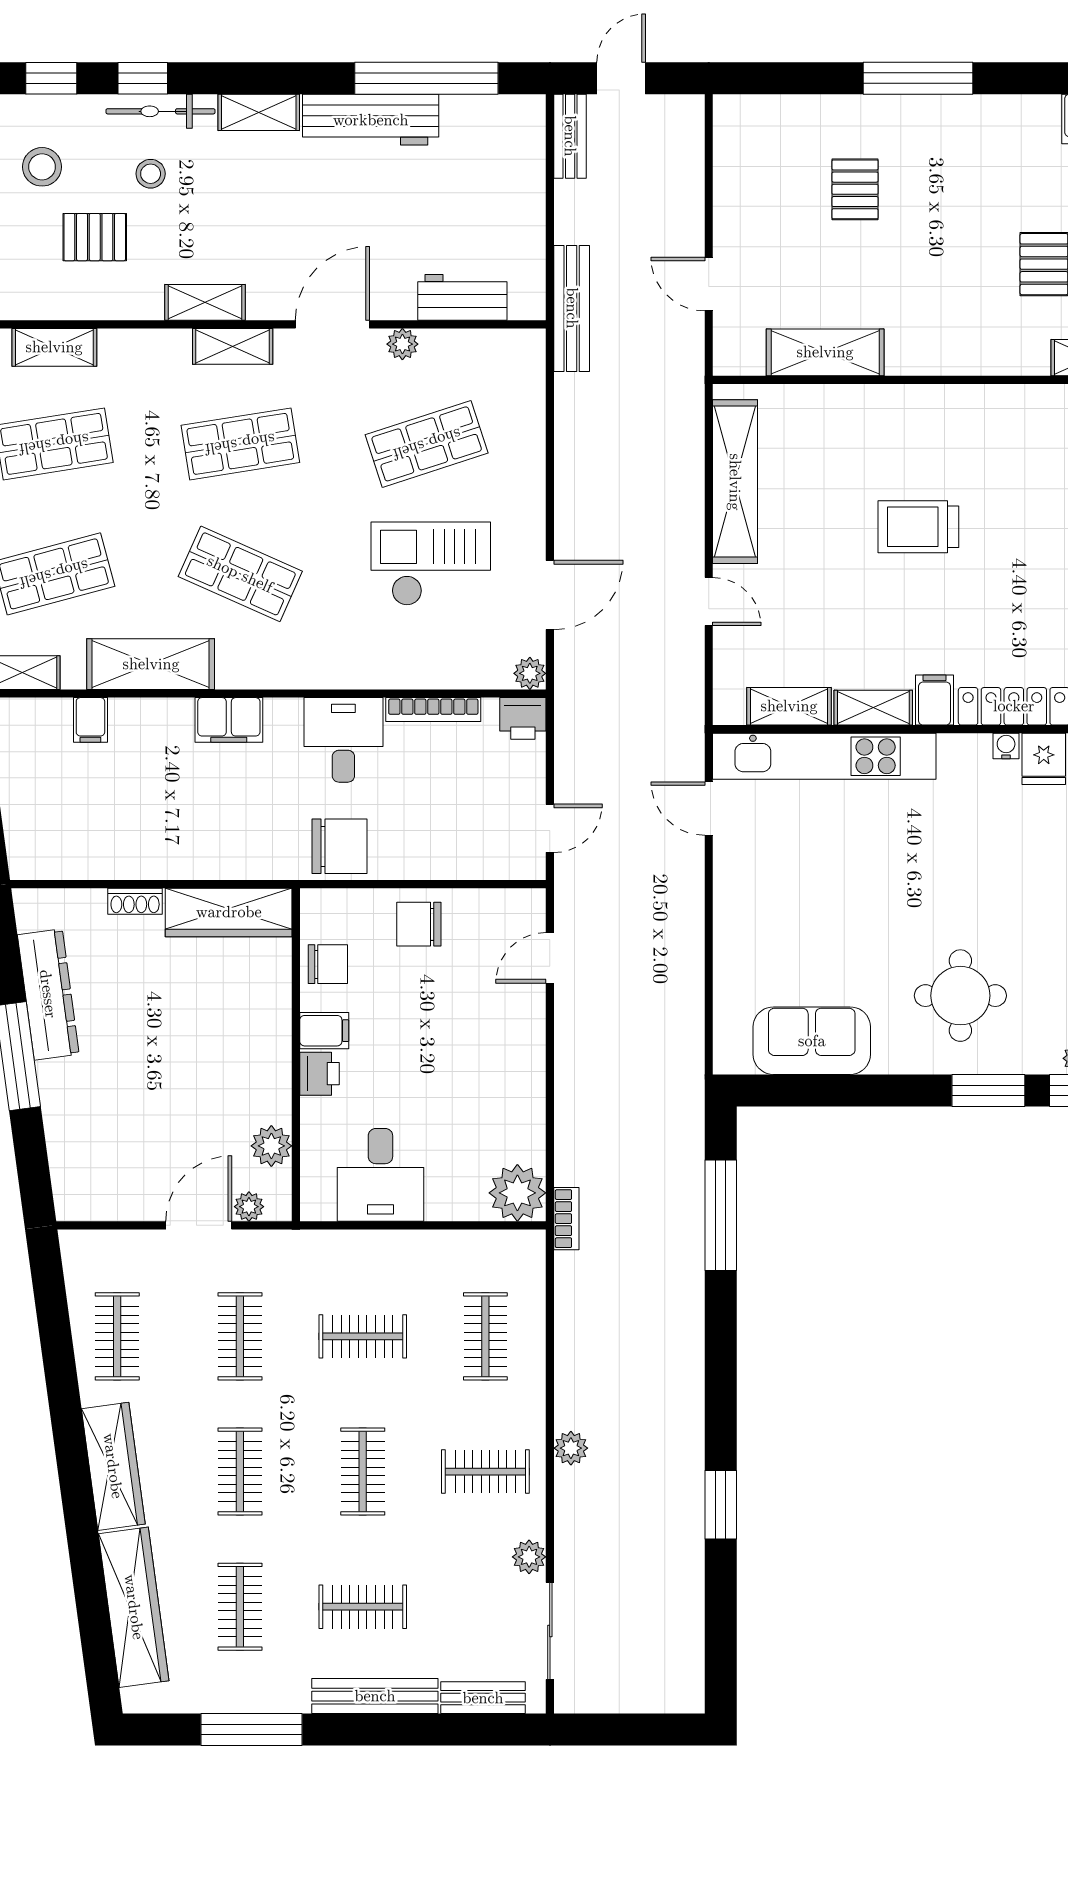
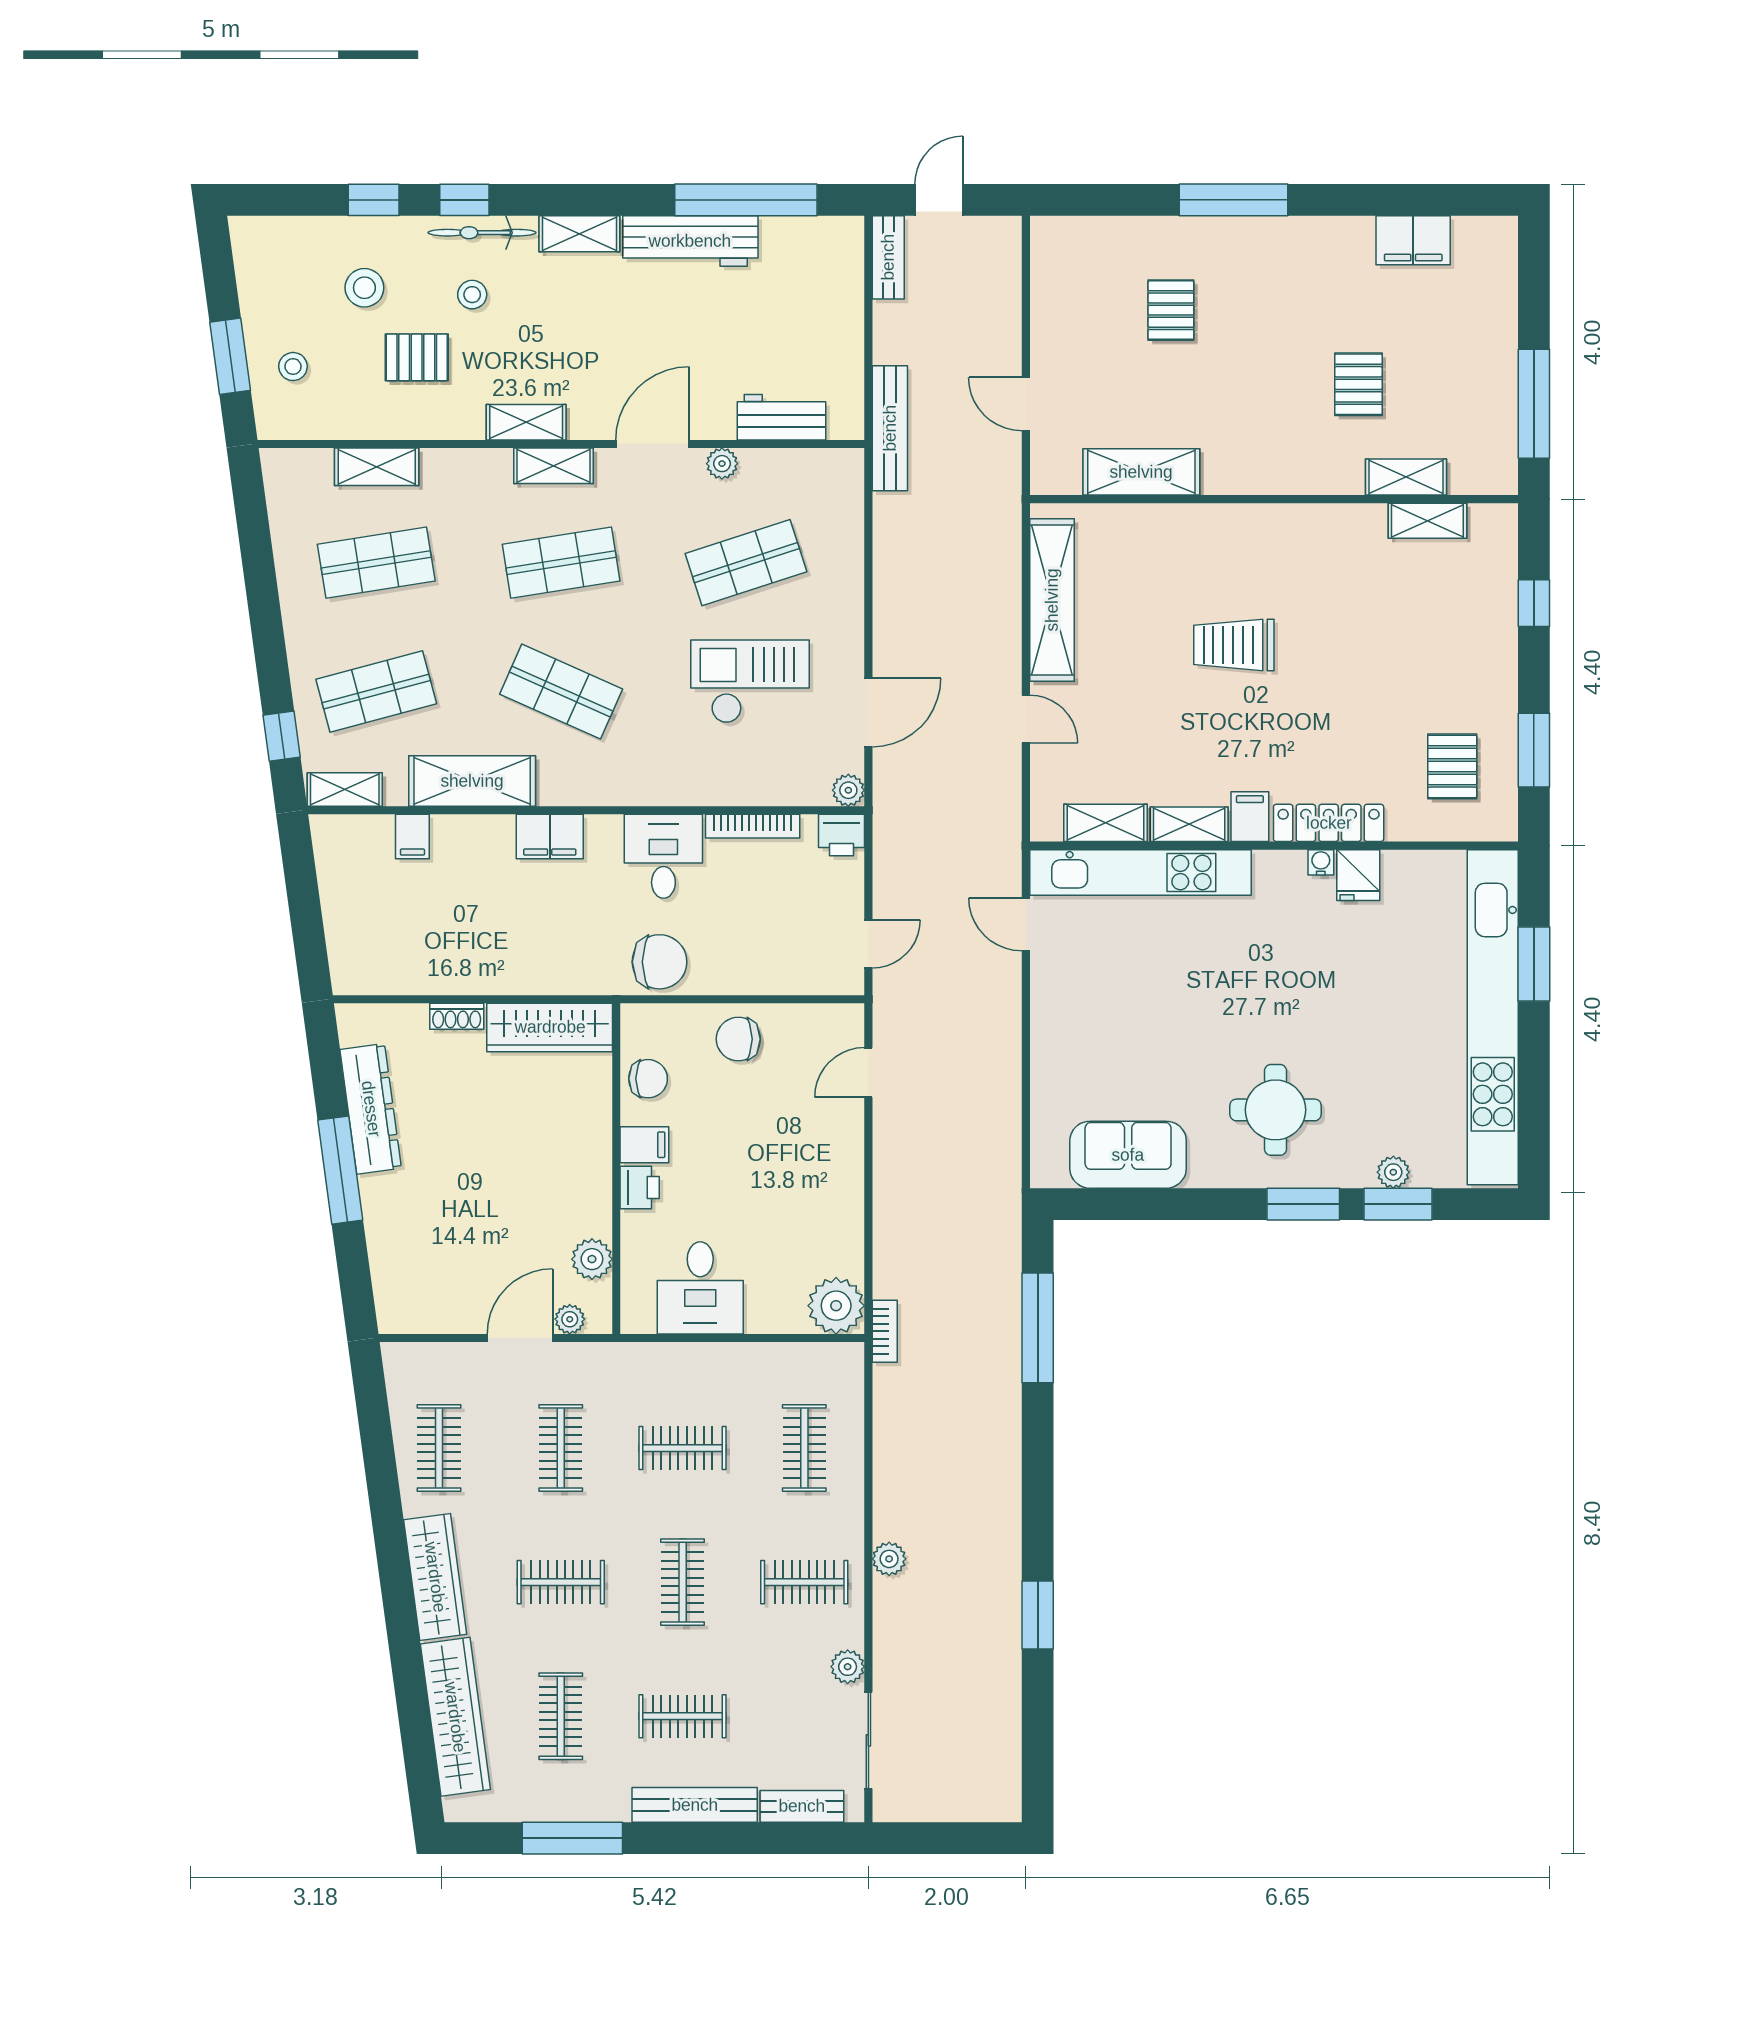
clothes rail: (240, 1472) -> (561, 1582), turned 90

